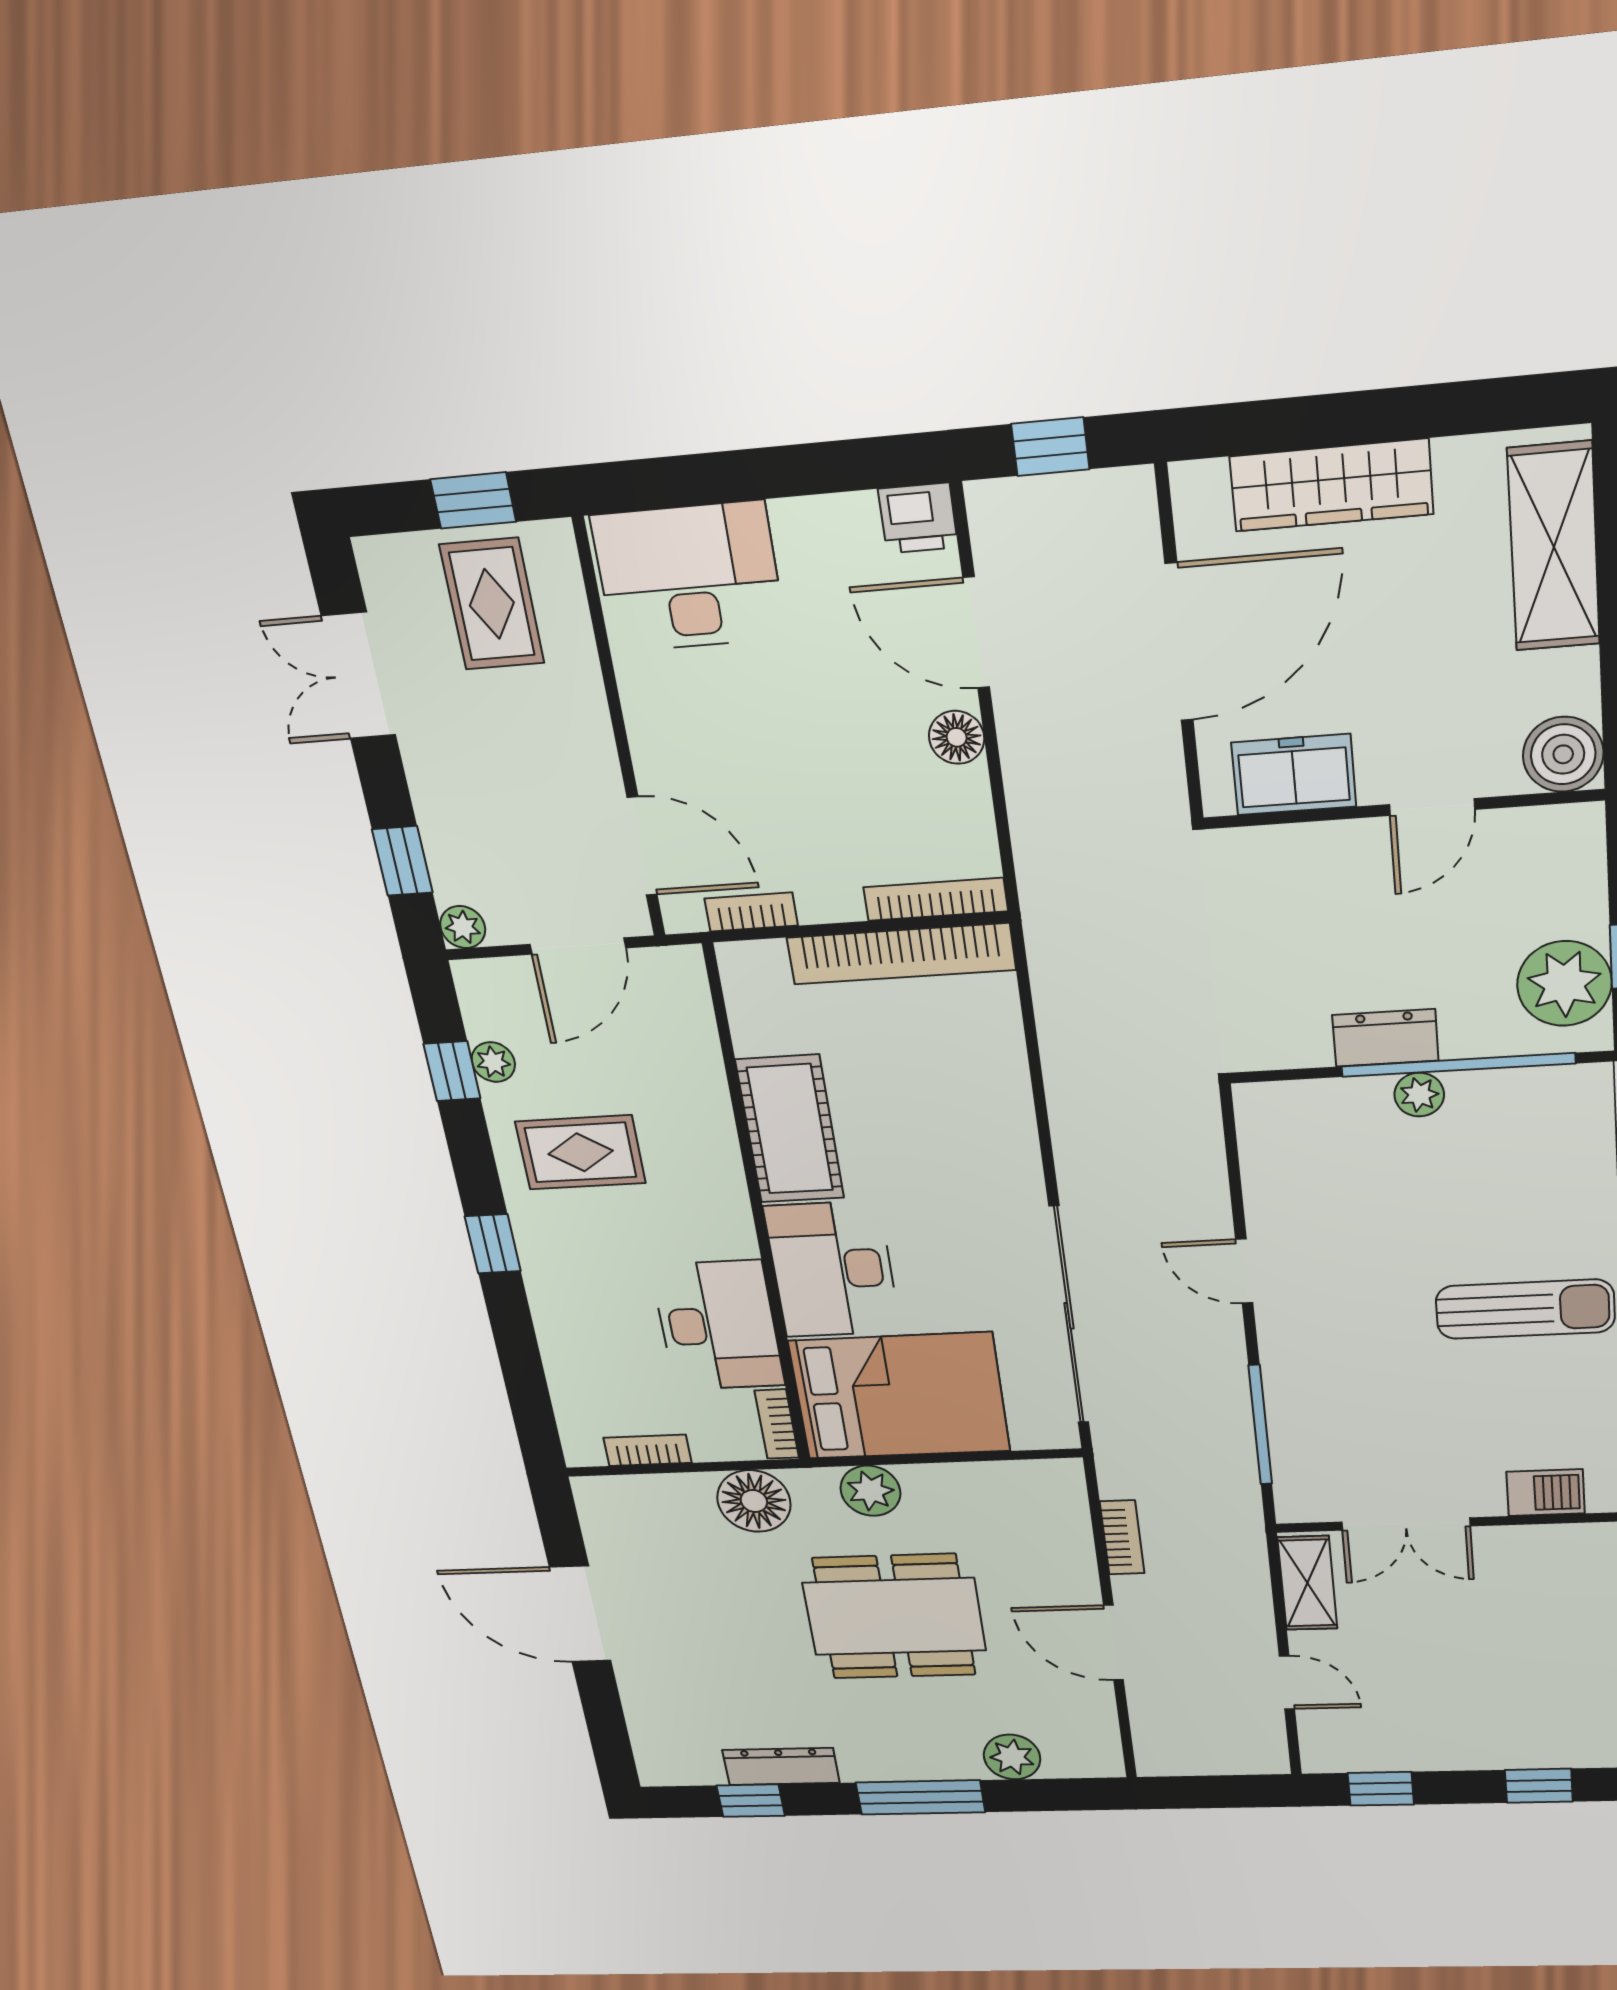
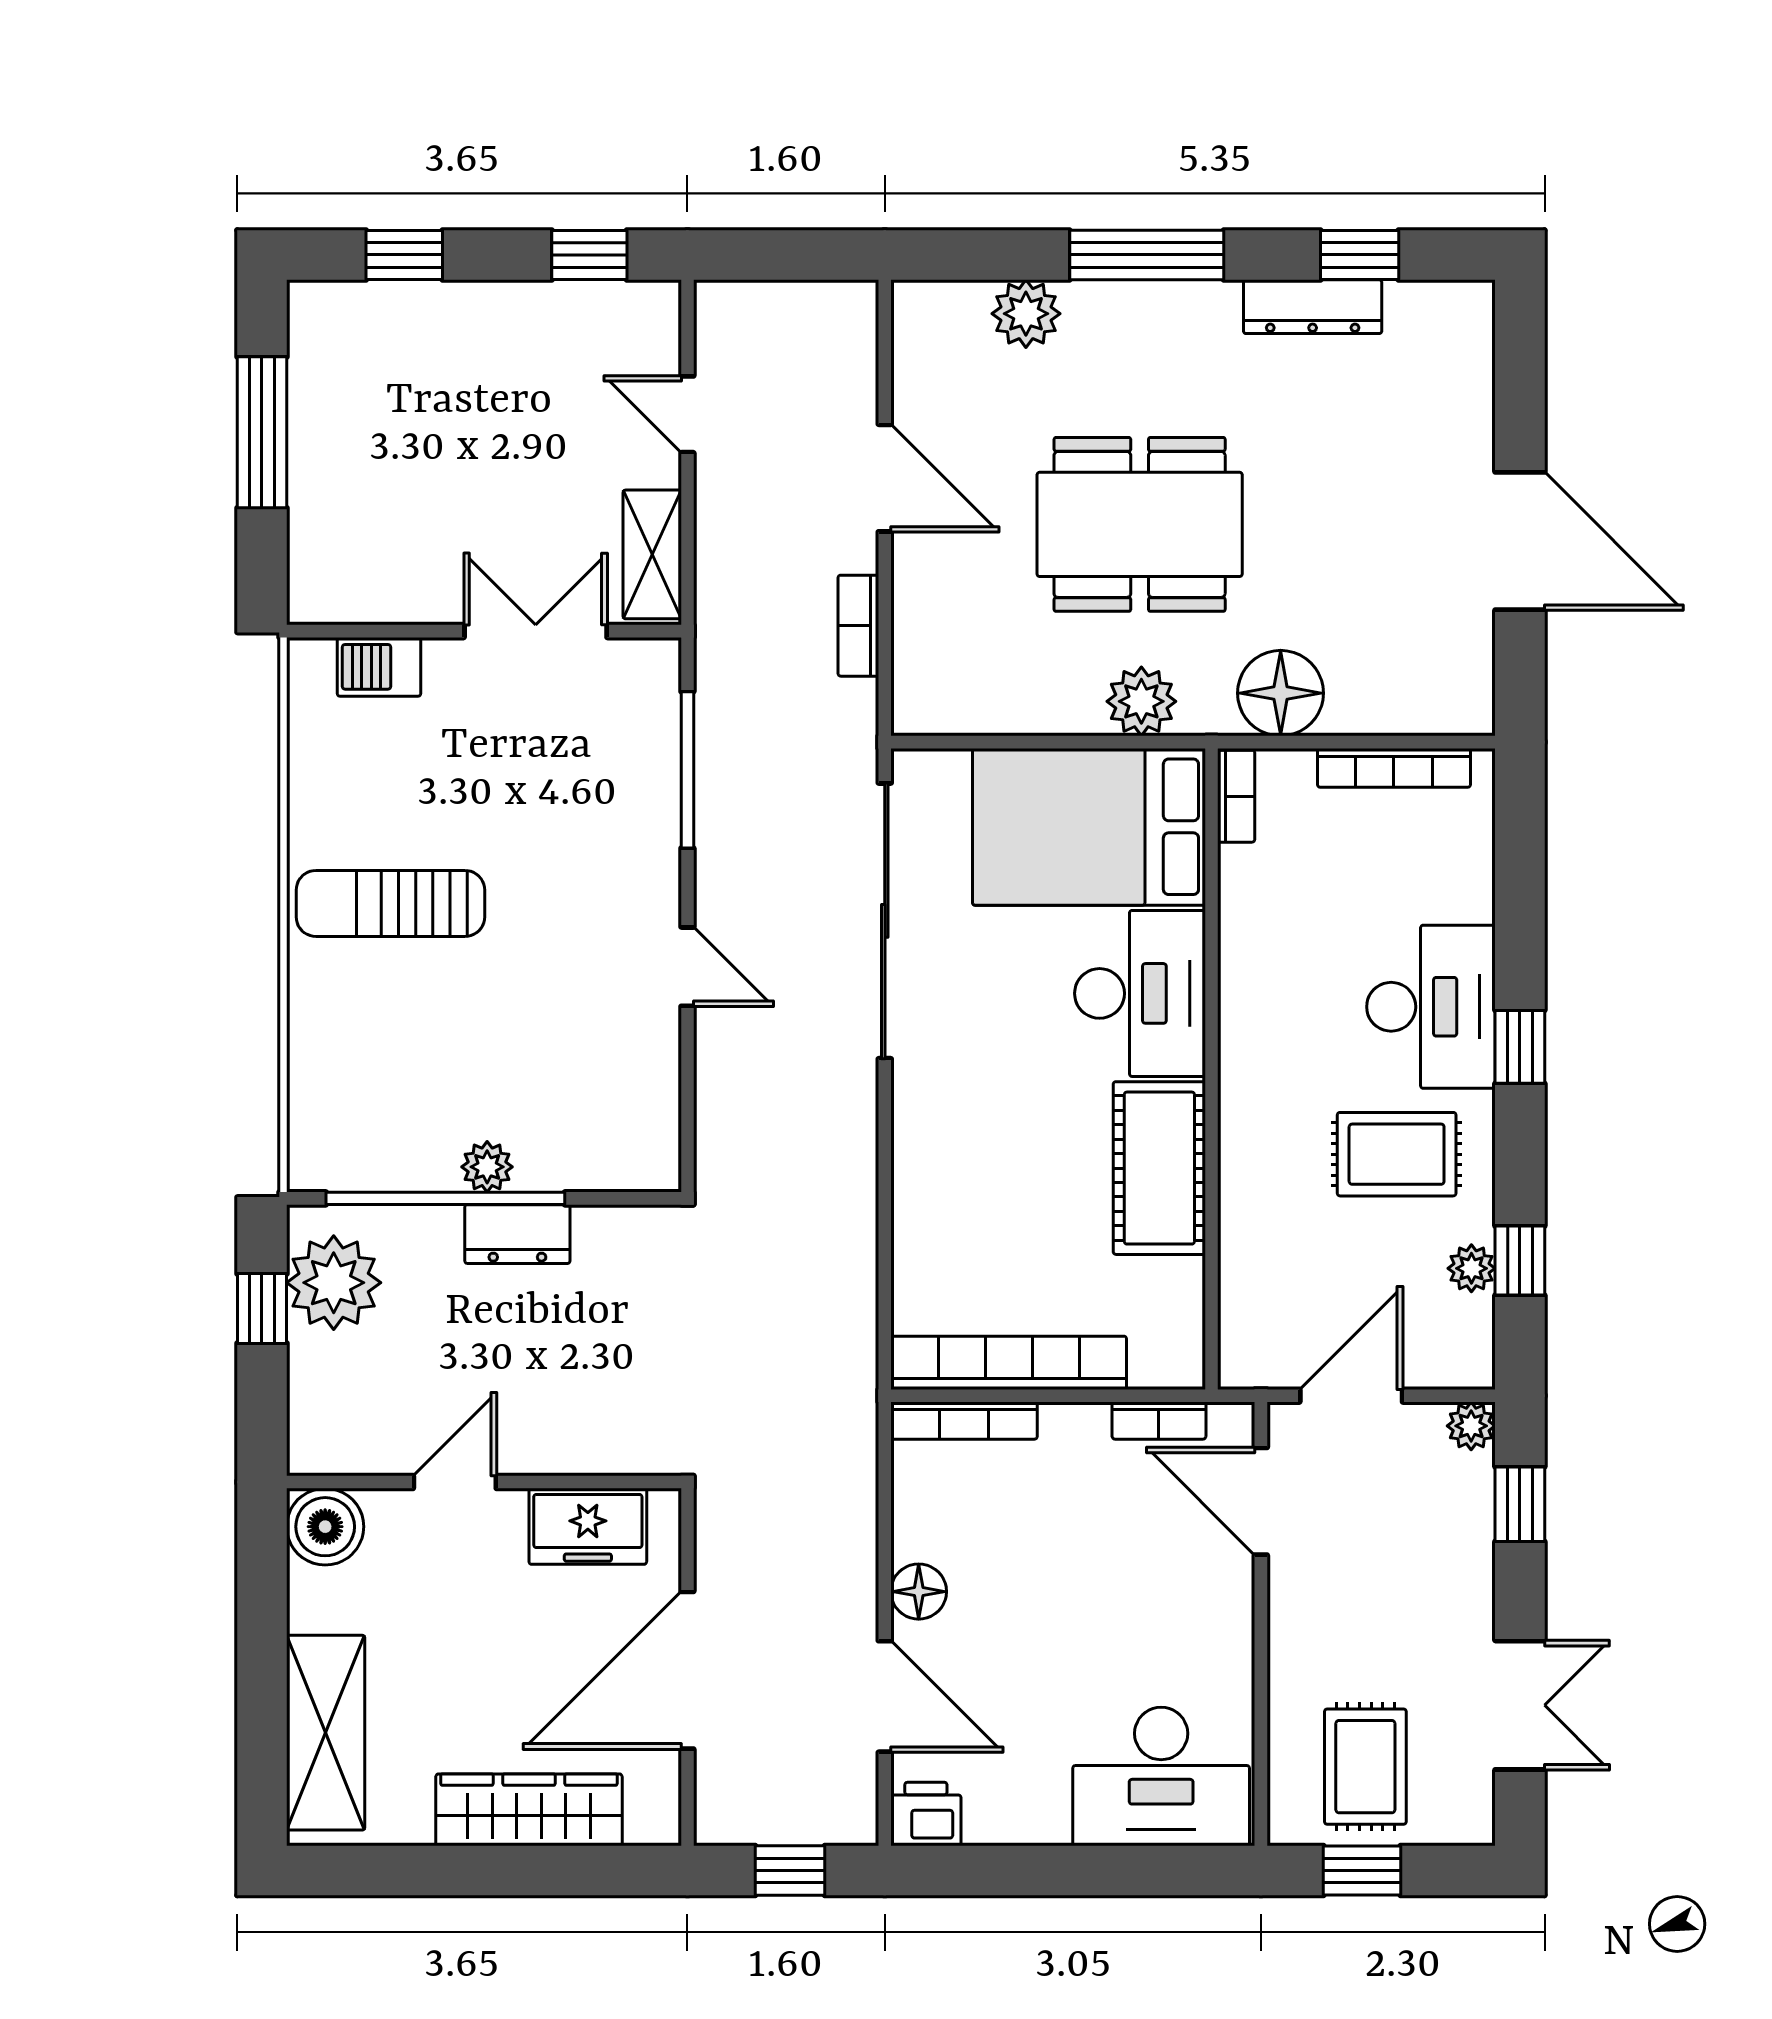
desk: (718, 1325) -> (1431, 1007), moved, turned 180
bookcase: (647, 1450) -> (1394, 768), width x1.56

